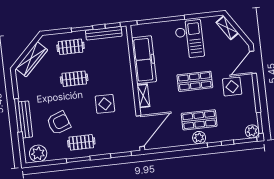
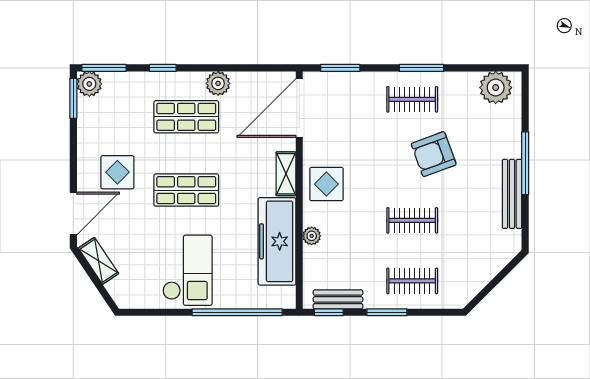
shelving: (227, 28) -> (98, 261), moved
bench: (104, 33) -> (338, 299), width x0.73
checkout: (189, 39) -> (187, 270), turned 180
wardrobe: (32, 59) -> (488, 266), removed
plant: (126, 65) -> (312, 236), added
display table: (105, 104) -> (326, 184), moved
bench: (26, 119) -> (512, 194), moved
armchair: (59, 123) -> (434, 154), moved
plant: (199, 138) -> (218, 83), moved

